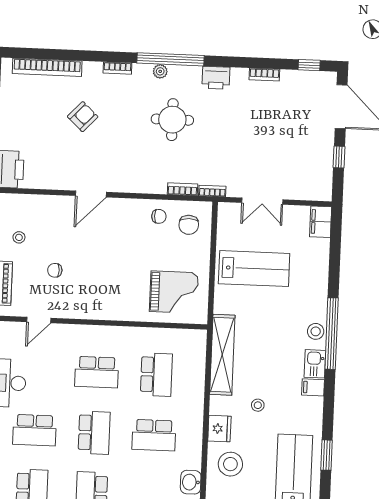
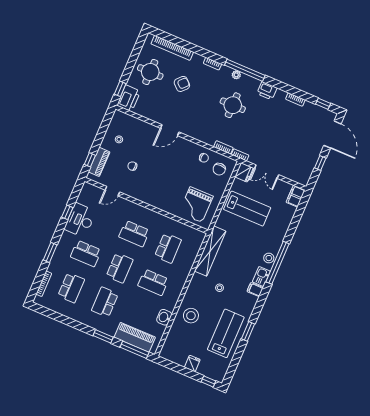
round table: (28, 117) -> (150, 72), added
grand piano: (174, 292) -> (196, 205), turned 90
fridge: (219, 429) -> (244, 172), moved

